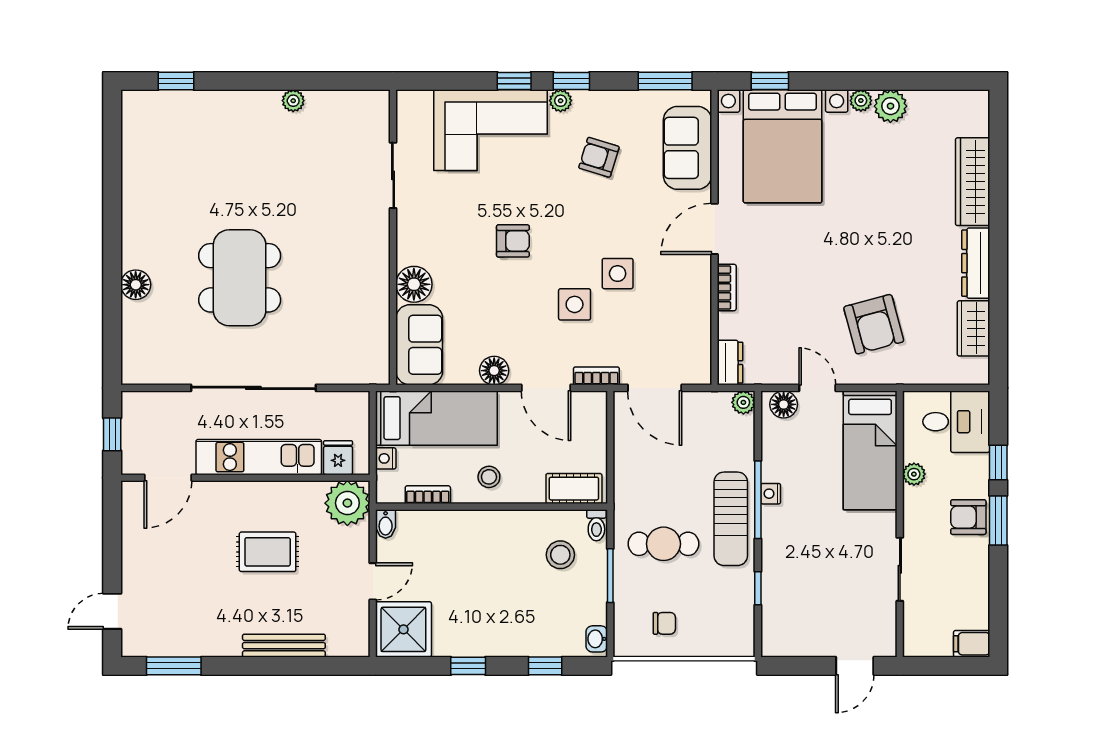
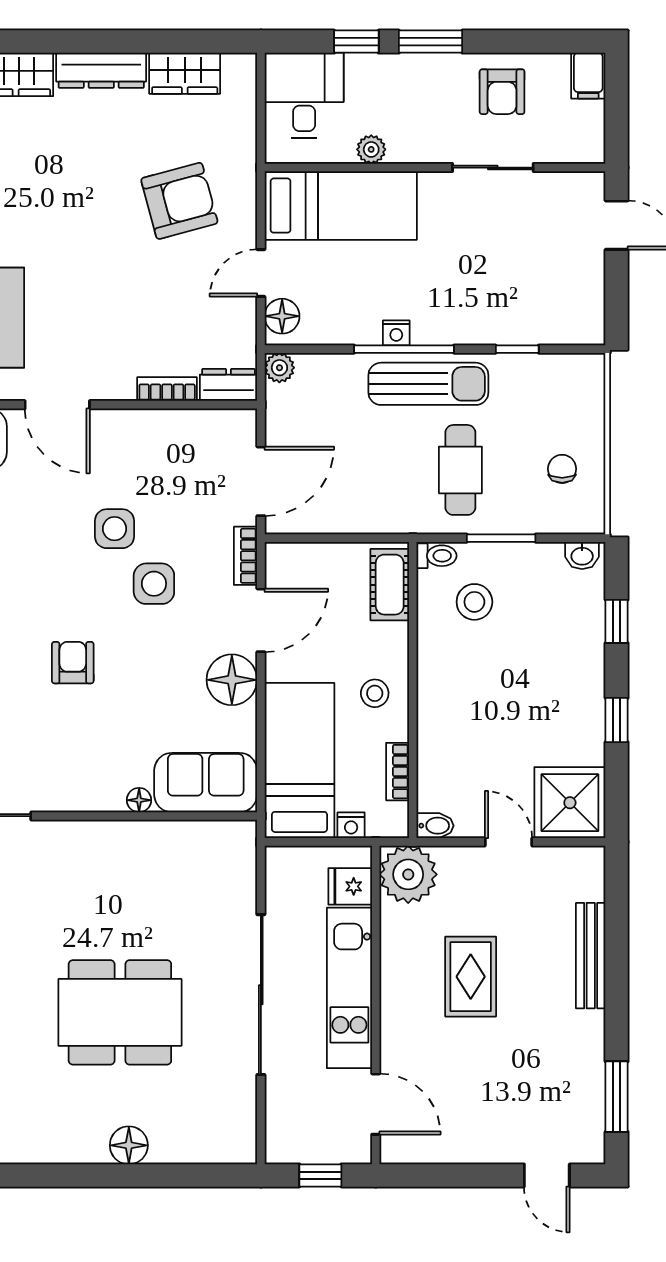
floor lamp: (414, 284) -> (139, 800), width x0.53, depth x0.53
bookcase: (727, 287) -> (167, 389), moved
floor lamp: (494, 371) -> (232, 680), width x1.38, depth x1.38
armchair: (968, 517) -> (502, 92), moved

